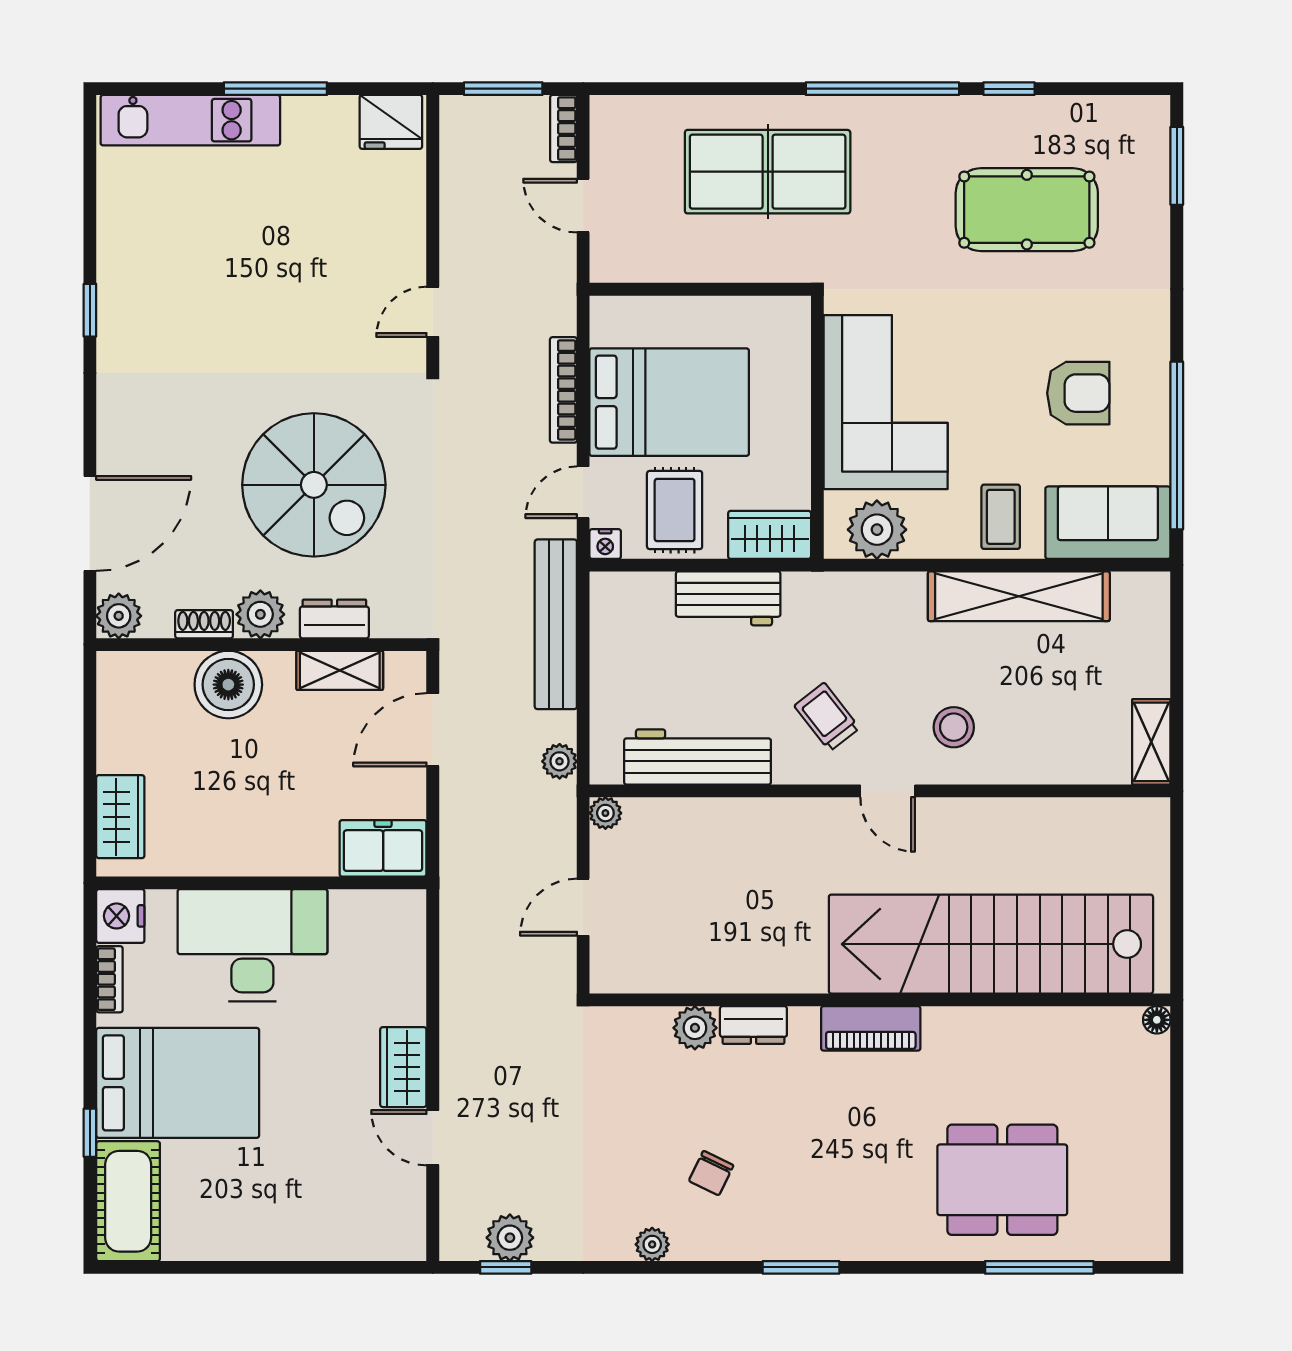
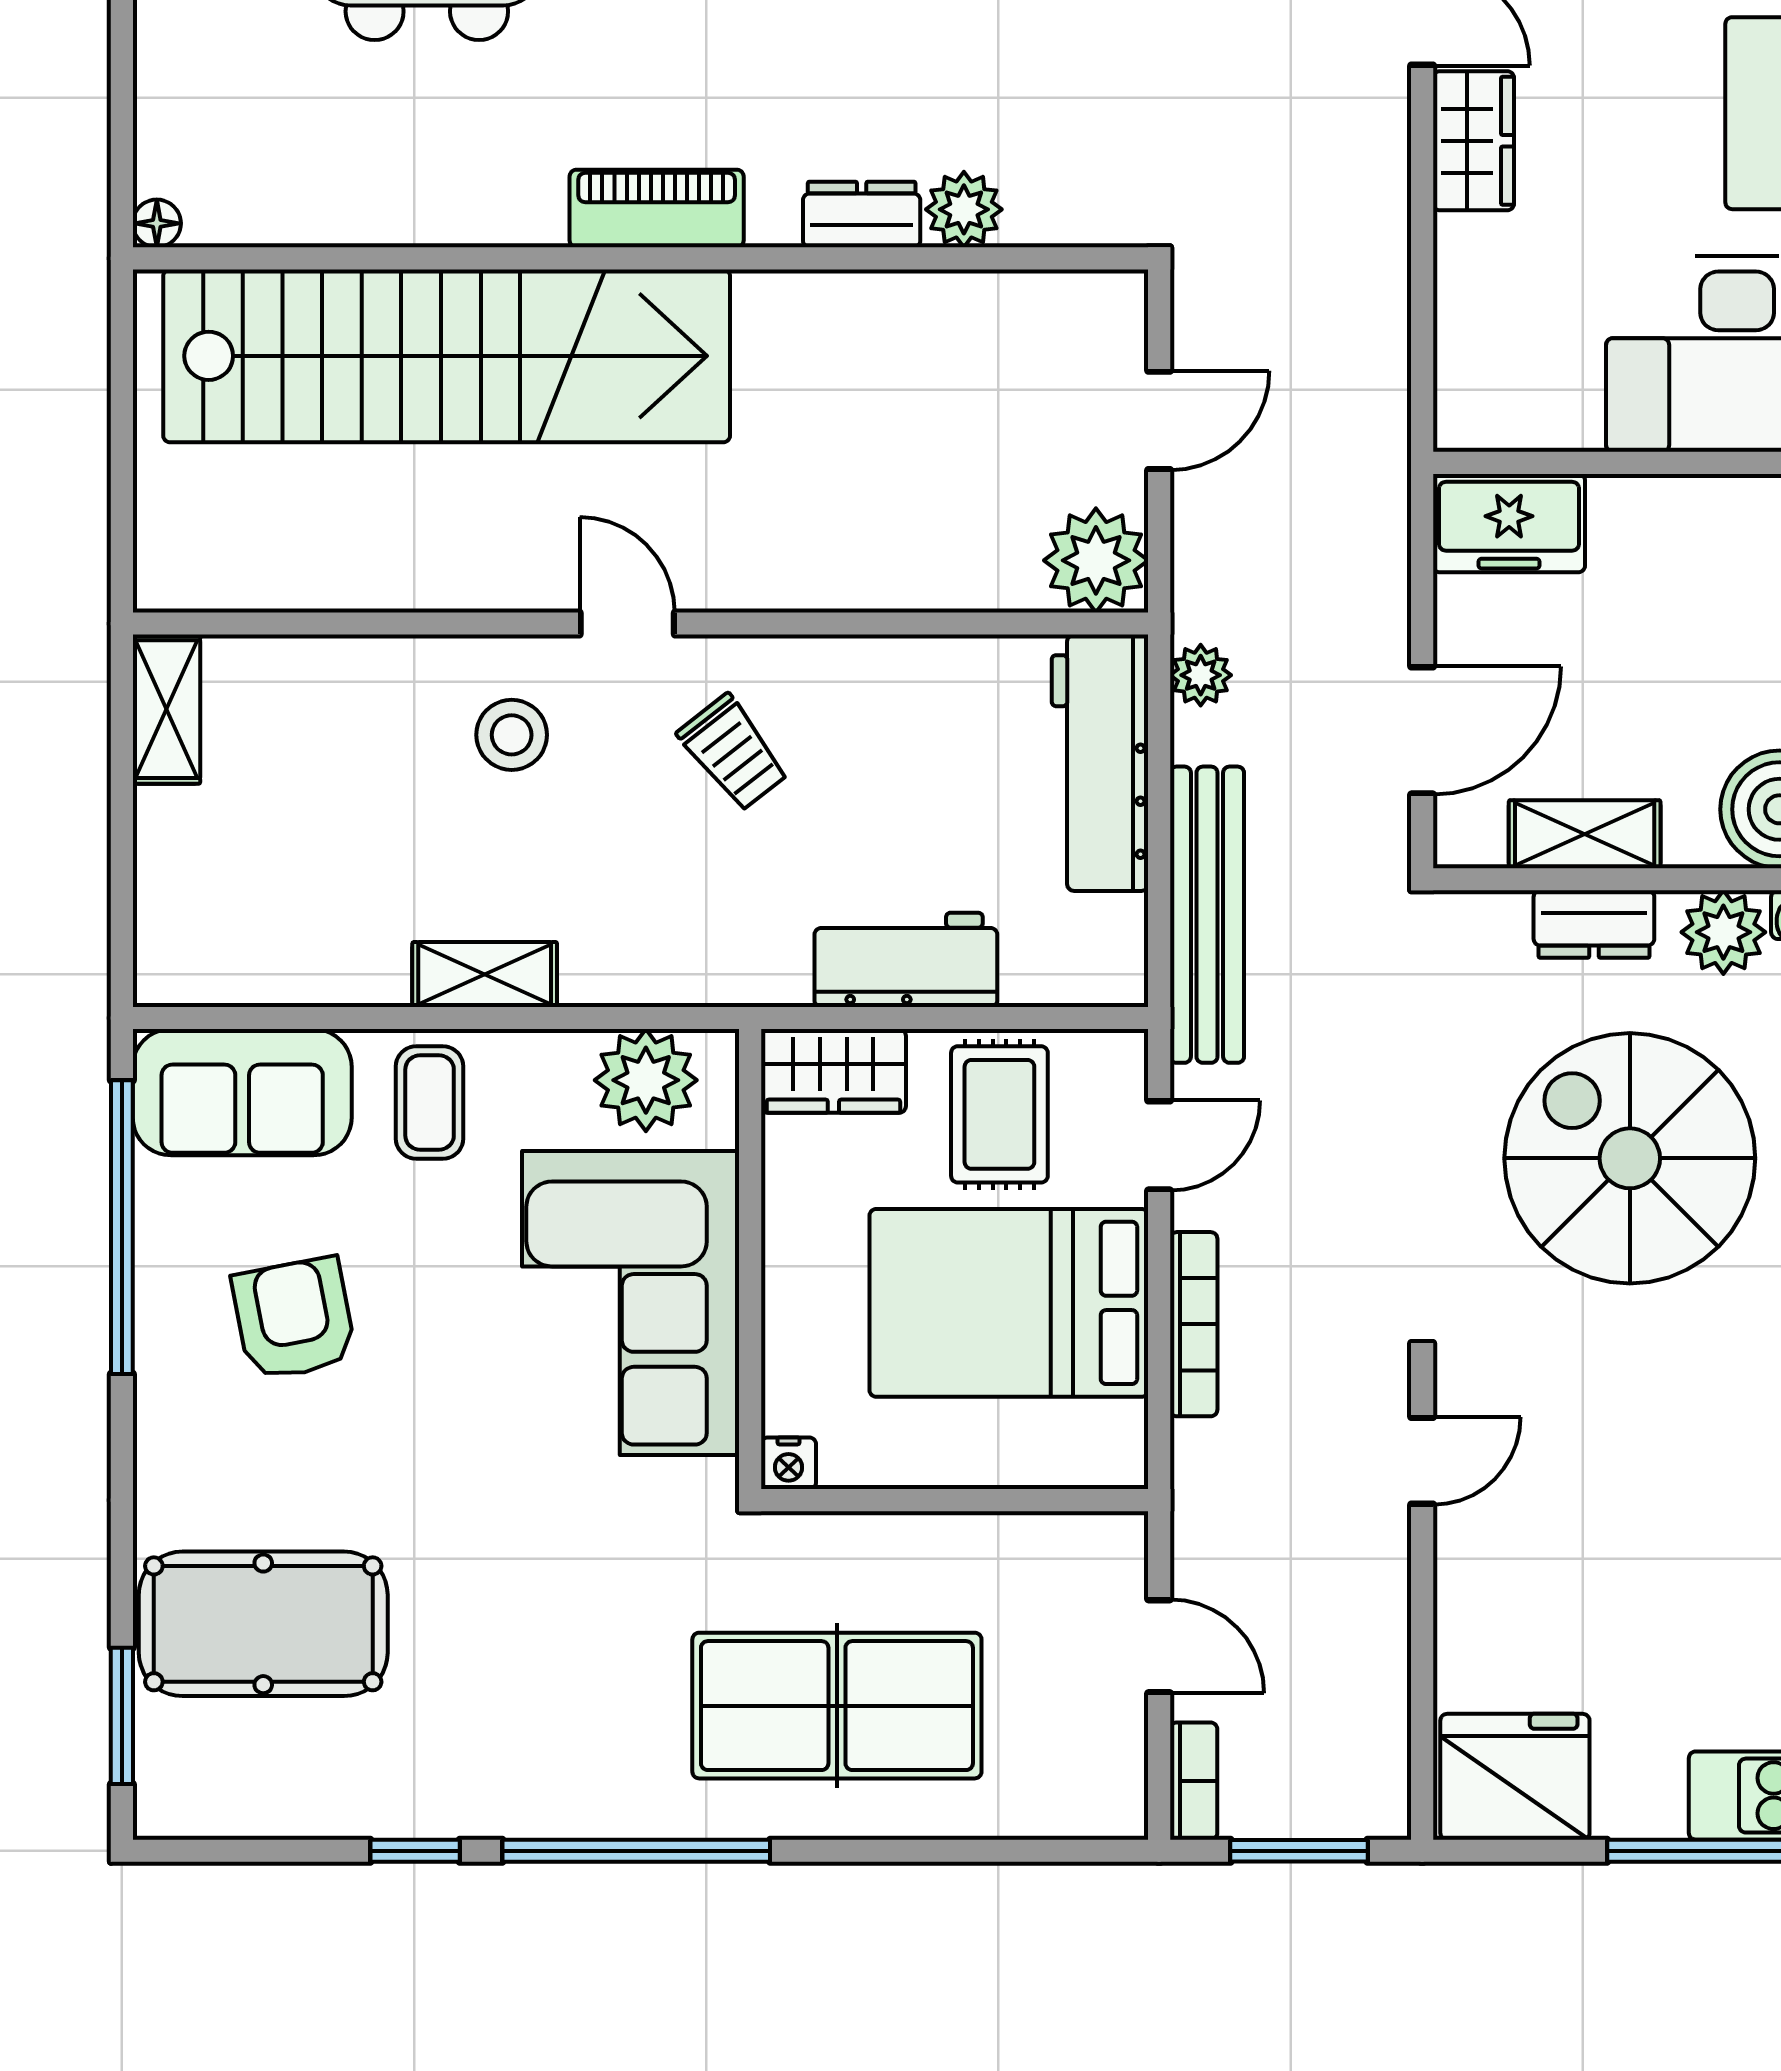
fridge: (391, 122) -> (1515, 1777), width x1.36, depth x1.34
pool table: (1027, 210) -> (263, 1624), moved
armchair: (1078, 393) -> (294, 1319), turned 79
nightstand: (605, 544) -> (788, 1463), moved, turned 180
shelving: (1019, 596) -> (485, 975), width x0.45, depth x0.75
workbench: (698, 757) -> (1100, 763), moved, turned 90
plant: (605, 813) -> (1096, 560), width x1.87, depth x1.87

